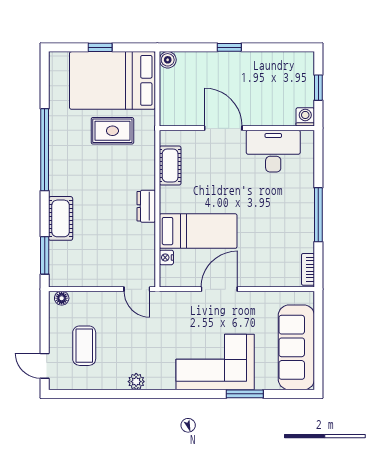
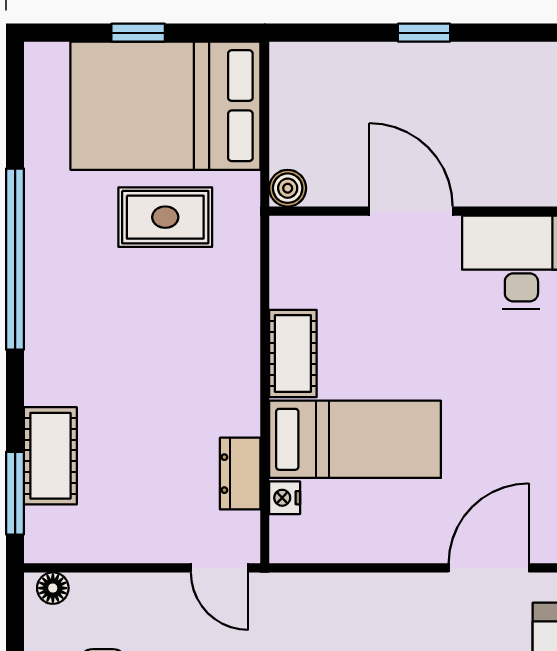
boiler: (168, 60) -> (288, 188), moved
cot: (170, 166) -> (293, 353), moved
dresser: (146, 206) -> (240, 474), moved
cot: (61, 218) -> (50, 456), moved
door: (219, 289) -> (489, 568), moved

